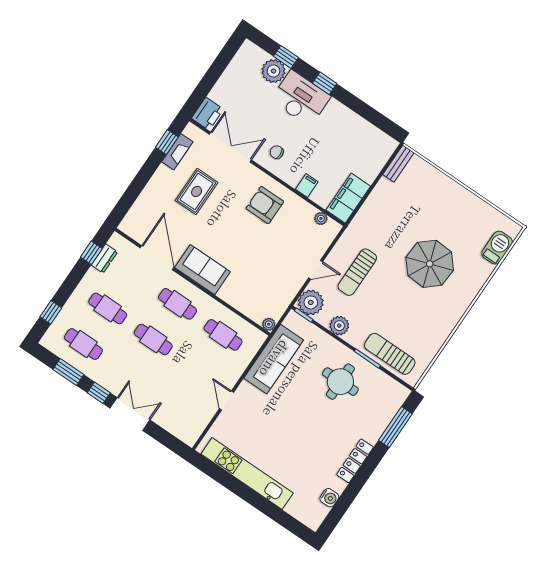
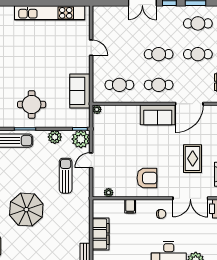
filing cabinet: (348, 198) -> (101, 234), moved
door: (157, 258) -> (189, 104), hinge flipped
sofa: (274, 359) -> (80, 91), width x0.73

